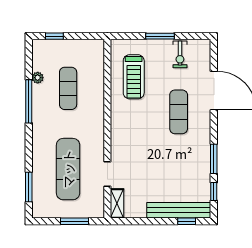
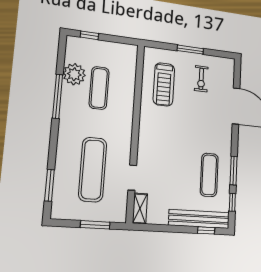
exercise bike: (180, 54) -> (201, 79), moved
plant: (38, 78) -> (74, 74), width x1.88, depth x1.88
exercise mat: (179, 112) -> (209, 175), moved

